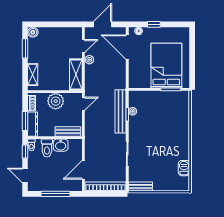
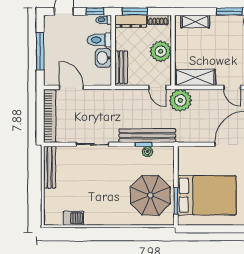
plant: (89, 60) -> (180, 100), moved, width x1.87, depth x1.87
parasol: (166, 109) -> (150, 195), added
bench: (140, 187) -> (50, 167), width x1.36

